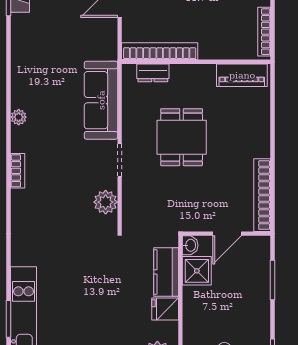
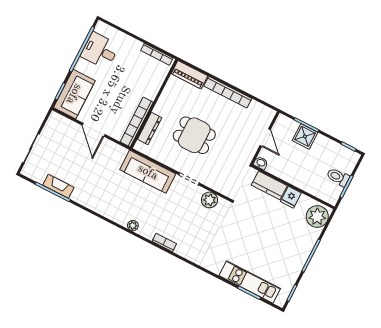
dresser: (153, 73) -> (150, 129), width x1.44
piano: (242, 75) -> (189, 75), moved, turned 90
bookcase: (262, 195) -> (228, 92), moved
shower: (197, 271) -> (305, 136), moved

